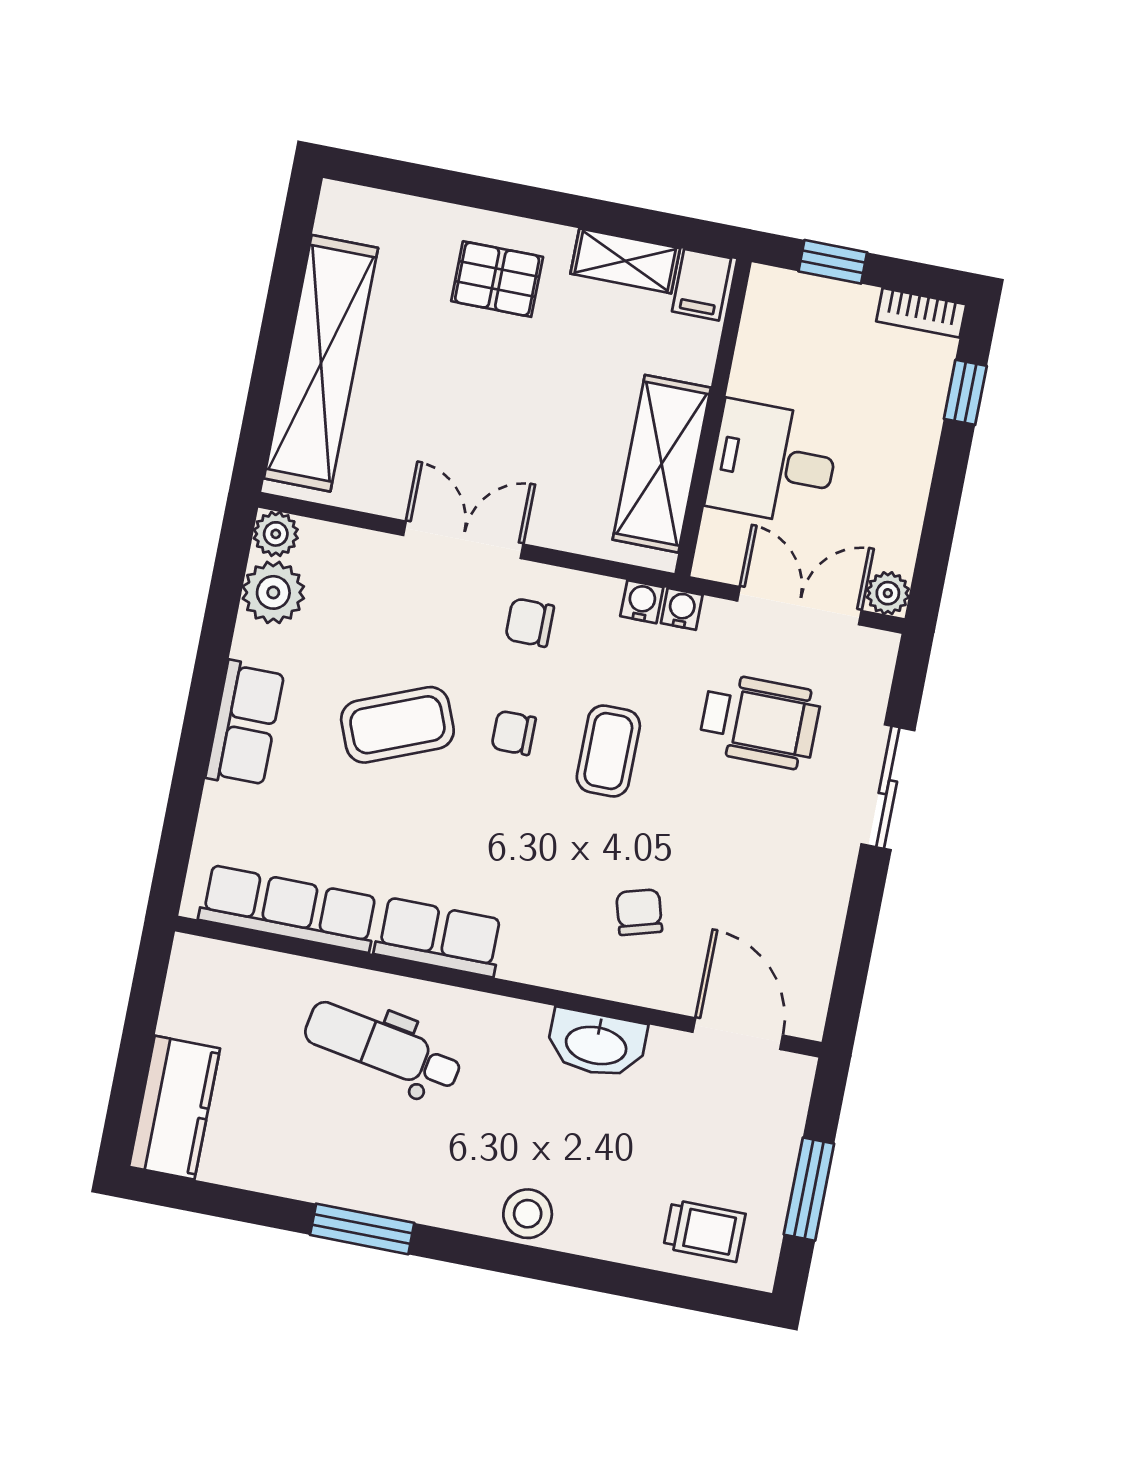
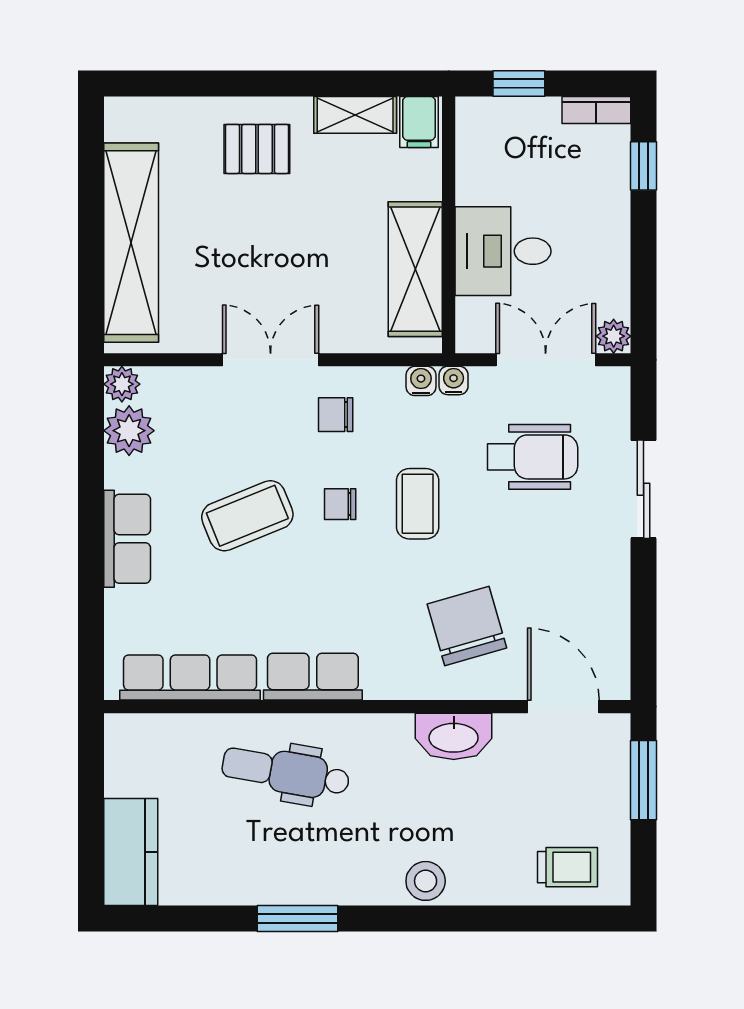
chair: (639, 912) -> (467, 626), width x1.87, depth x1.87
window: (809, 1189) -> (644, 780), moved

